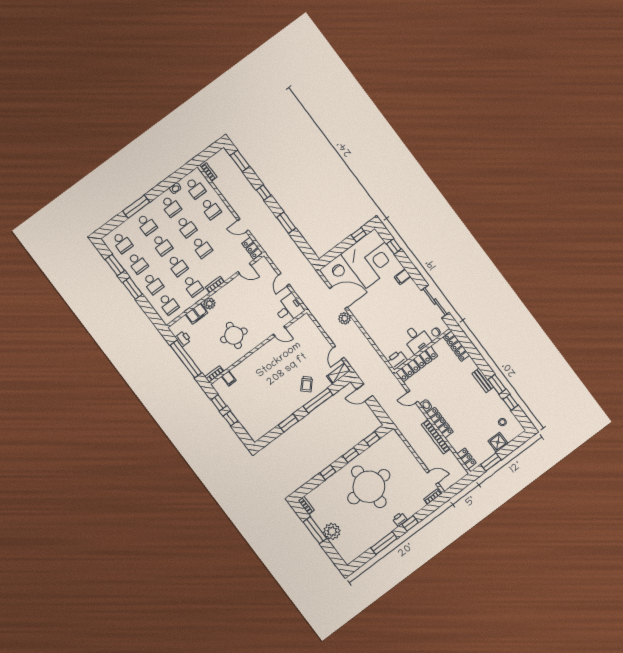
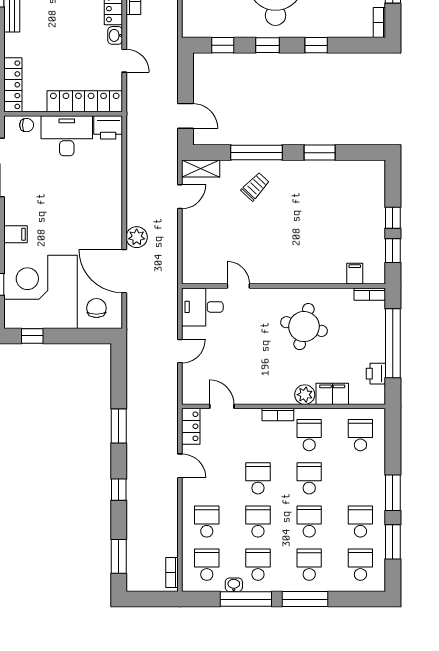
window: (164, 186) -> (246, 599), added
school desk: (153, 284) -> (360, 478), removed
desk: (417, 339) -> (67, 136), width x1.37

